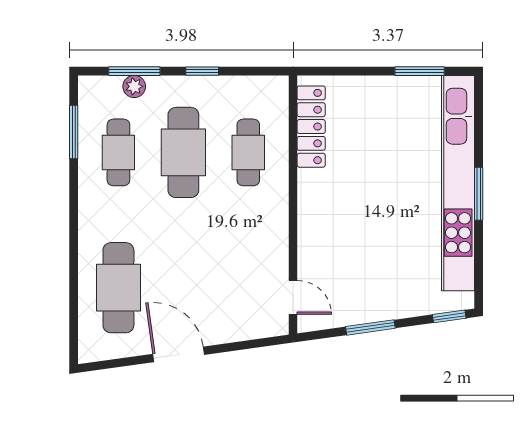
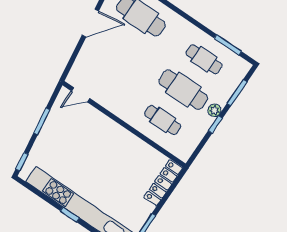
plant: (134, 86) -> (214, 110), moved
locker: (311, 127) -> (163, 183), moved, turned 90
window: (479, 194) -> (70, 215), width x0.67

